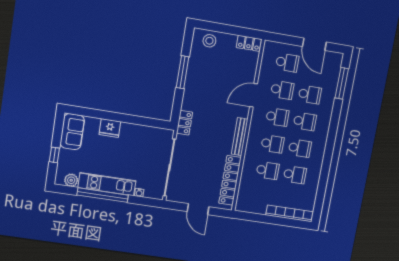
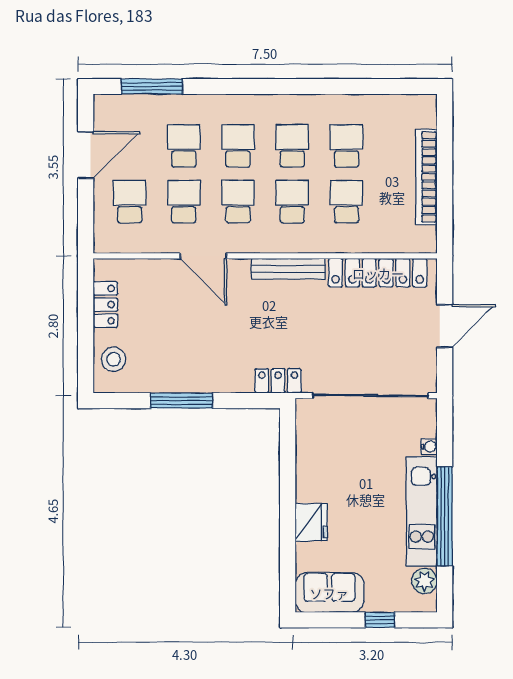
locker: (249, 43) -> (105, 305), moved
bookcase: (290, 213) -> (426, 177), moved

